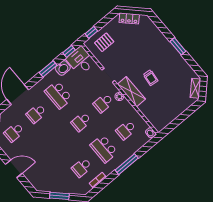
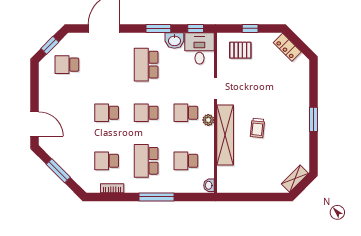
window: (91, 32) -> (250, 28), moved
shelving: (131, 92) -> (225, 135), width x1.47
school desk: (36, 114) -> (107, 113), moved
door: (14, 169) -> (35, 124), moved

